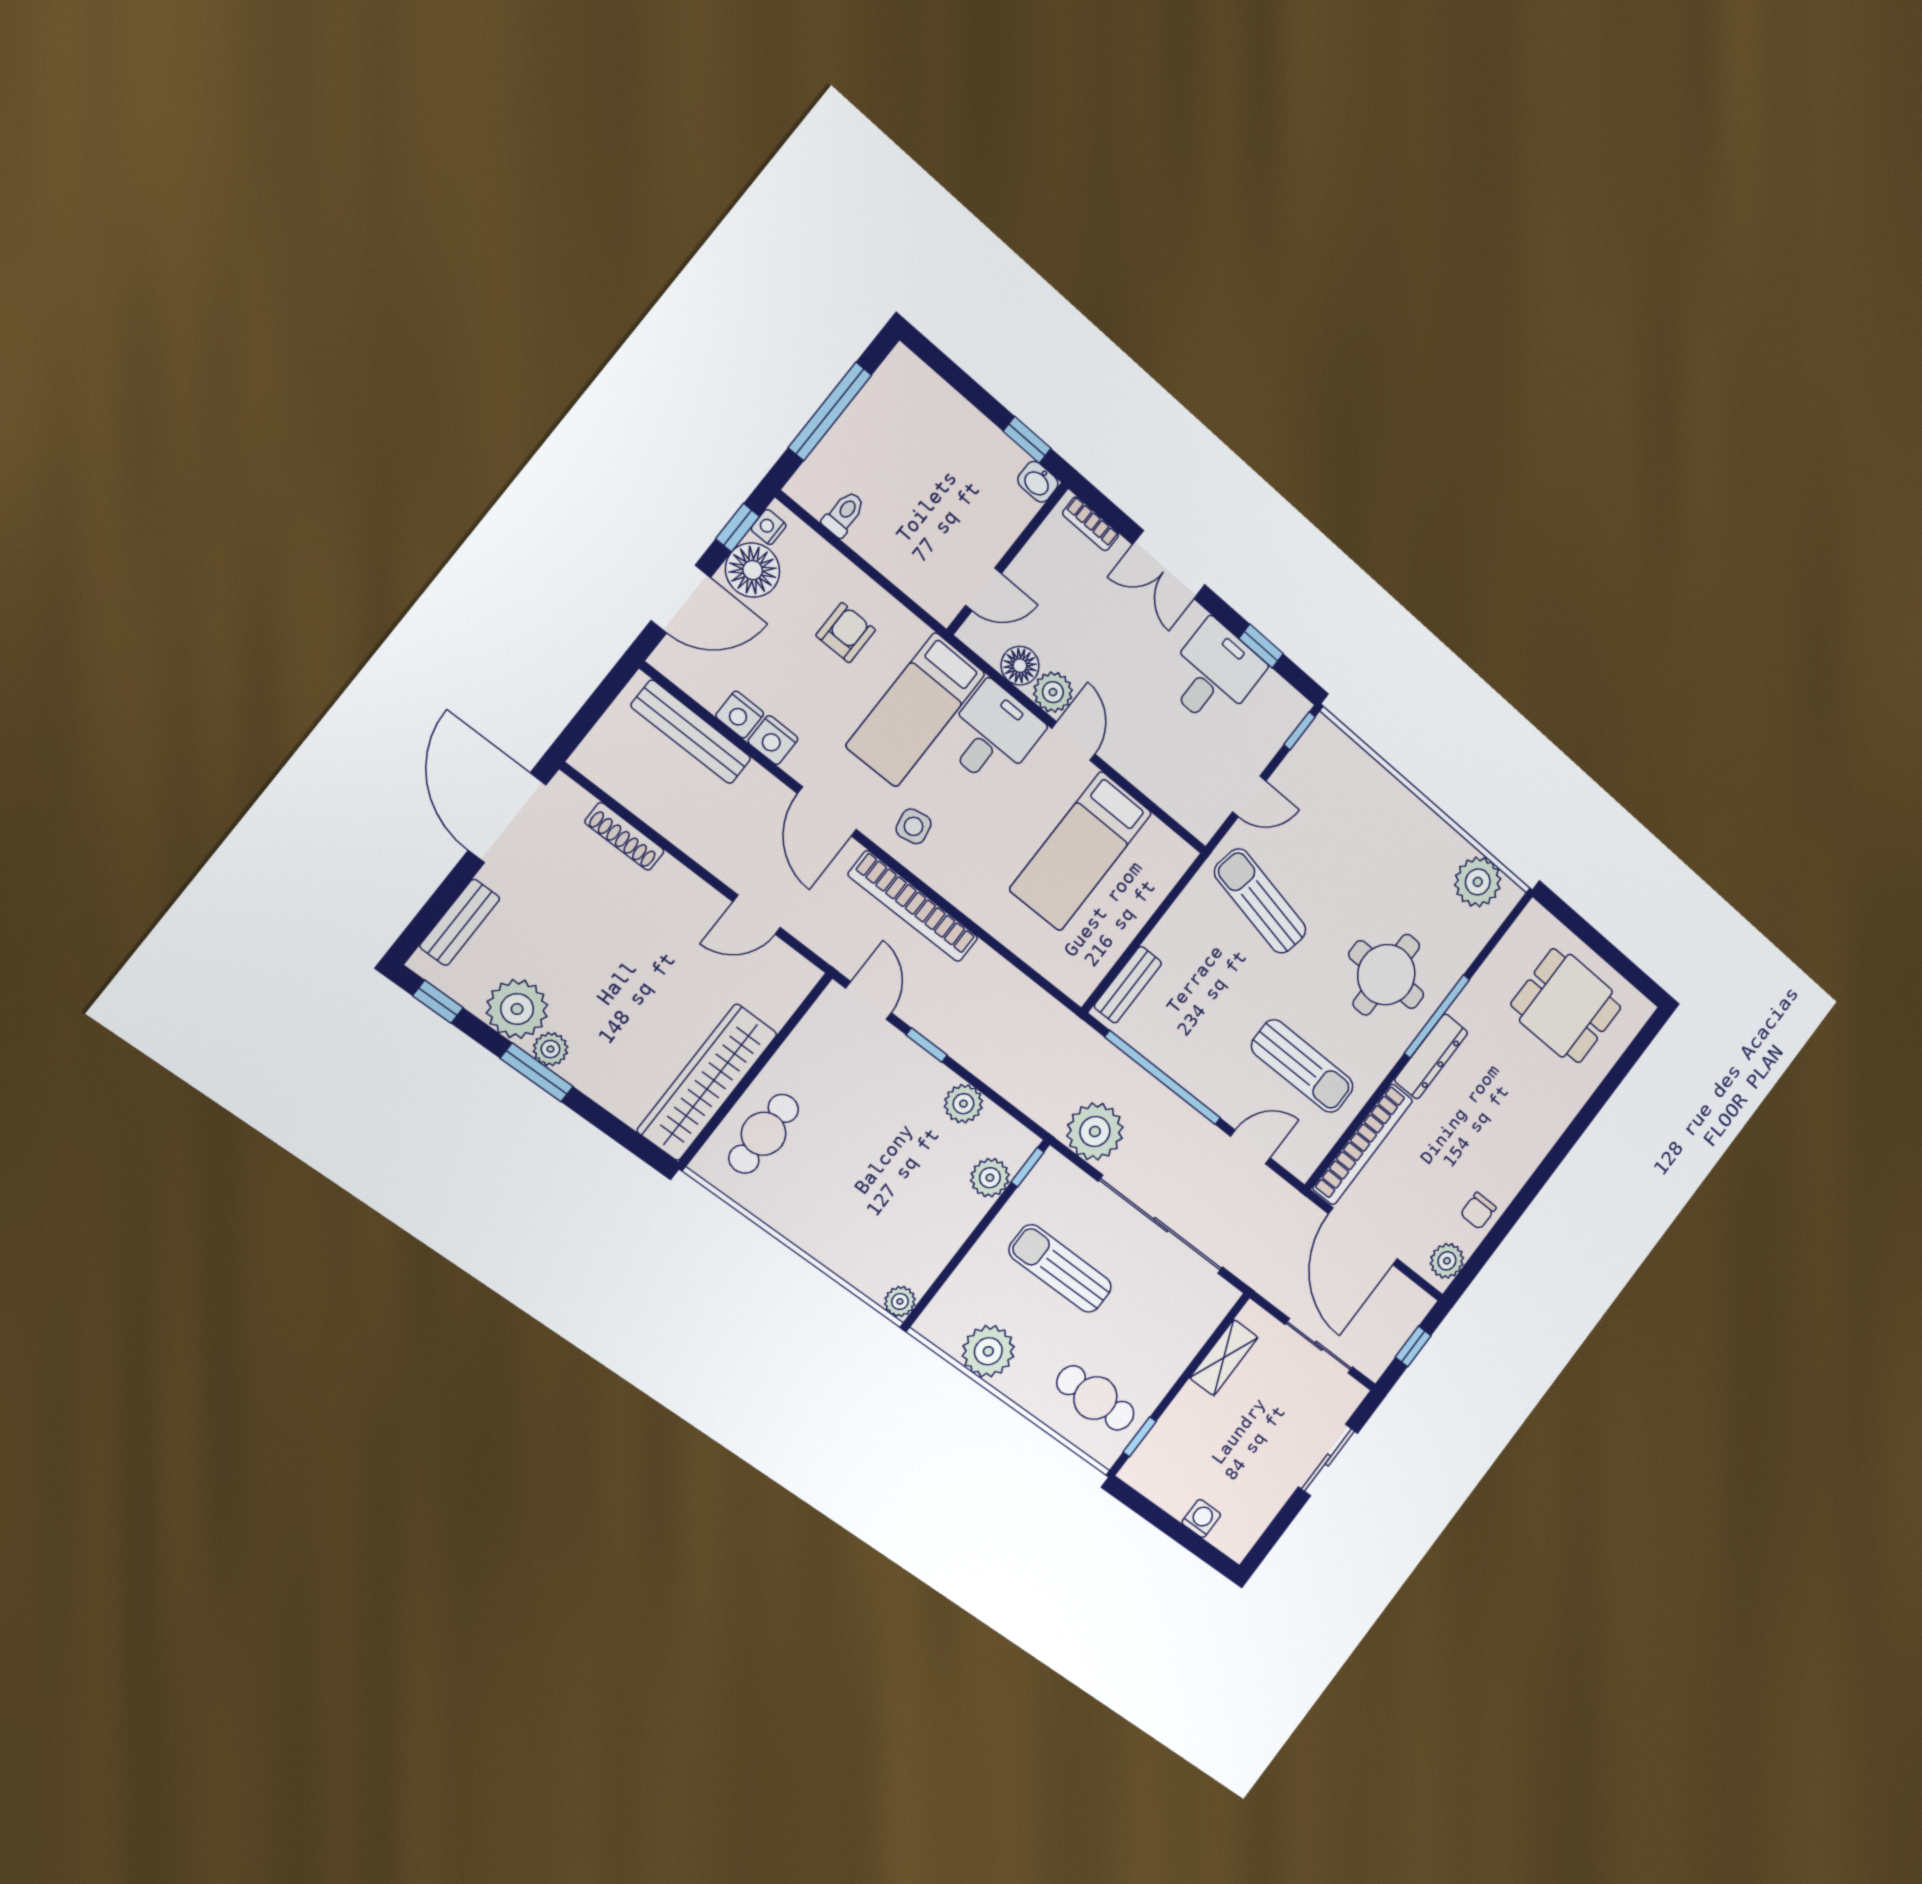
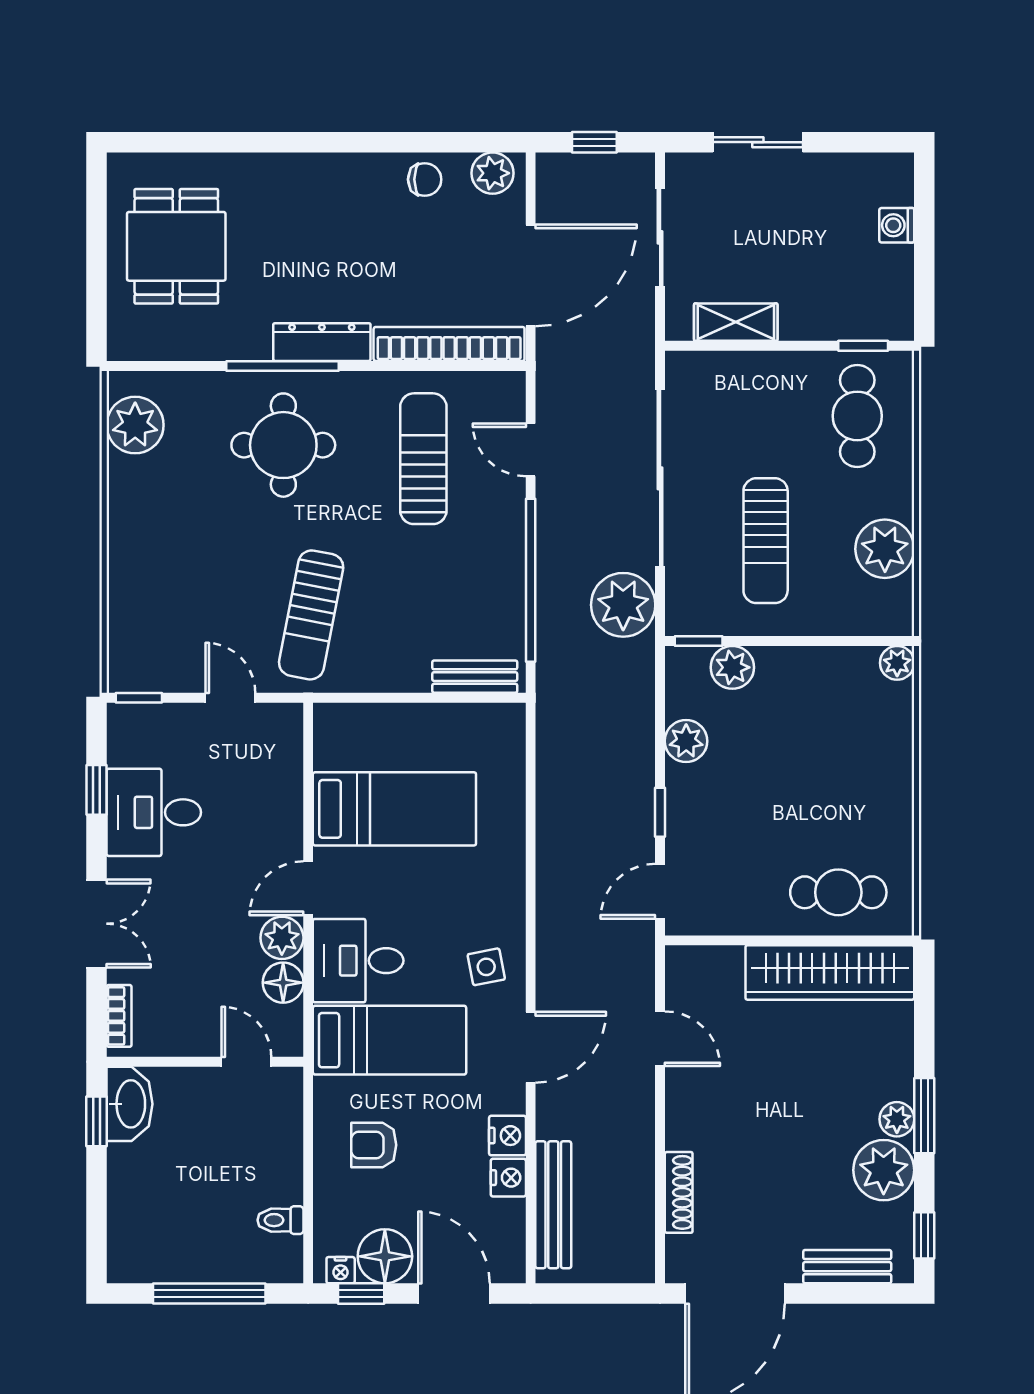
washbasin: (1038, 482) -> (129, 1104), width x1.91, depth x1.45
bookcase: (913, 906) -> (553, 915), removed

